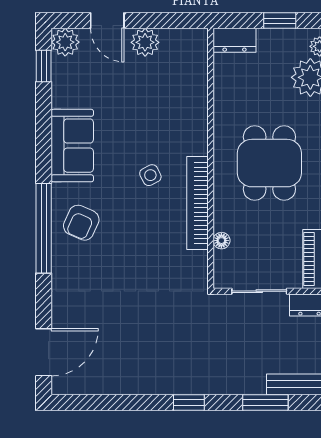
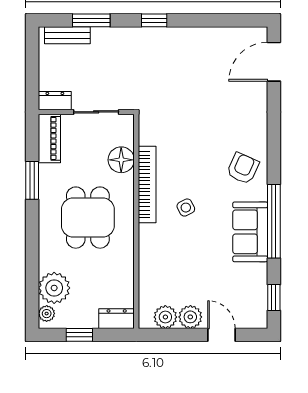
plant: (65, 42) -> (165, 317), moved
window: (44, 228) -> (274, 221), moved
floor lamp: (221, 241) -> (121, 160), width x1.89, depth x1.89

